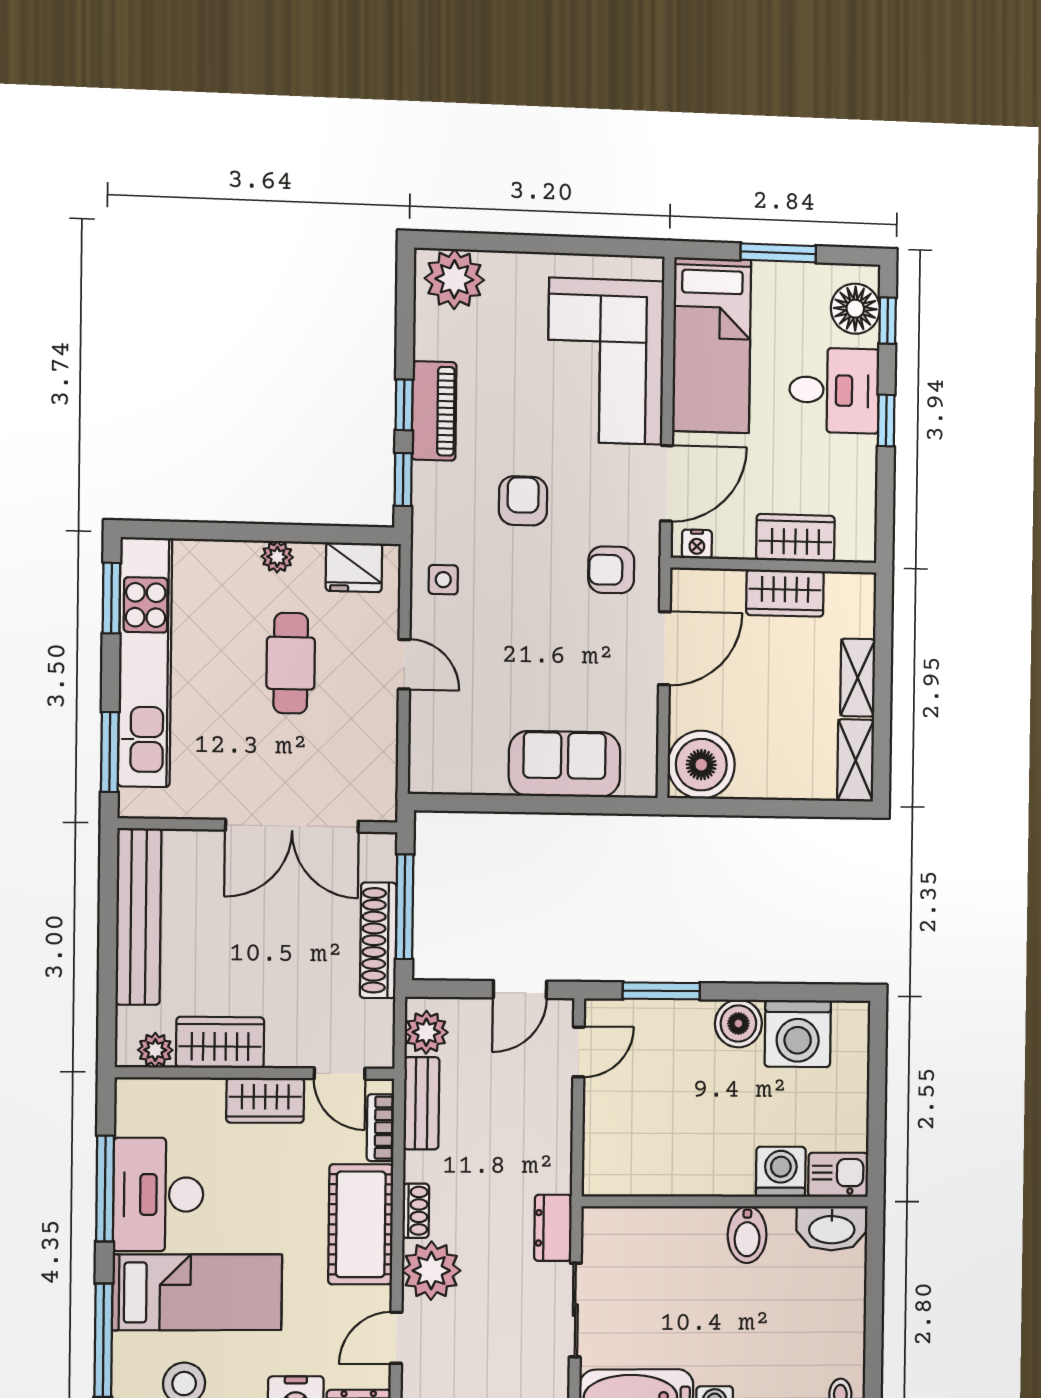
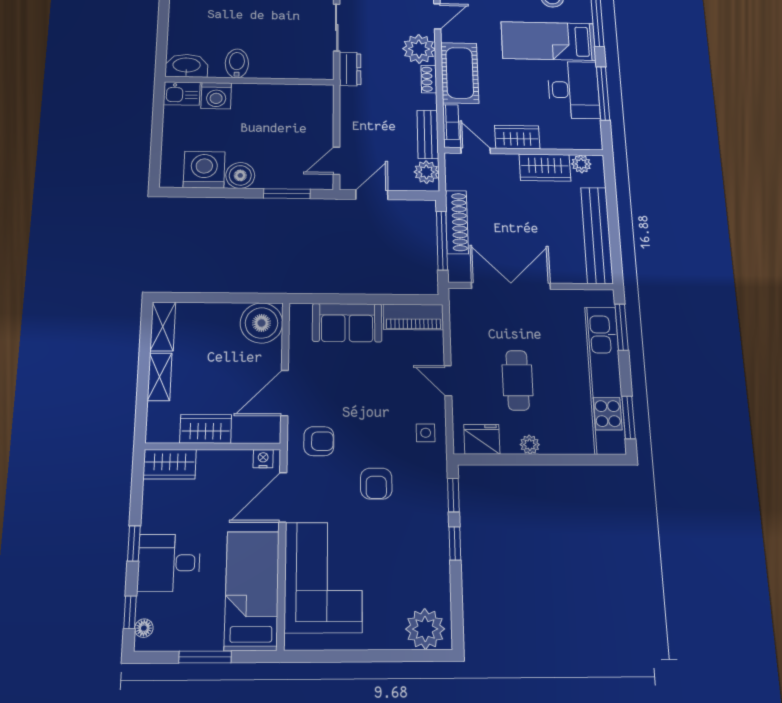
floor lamp: (855, 309) -> (144, 628), width x0.53, depth x0.53
piano: (434, 411) -> (413, 317), moved, turned -90
wardrobe: (795, 538) -> (170, 464), moved

